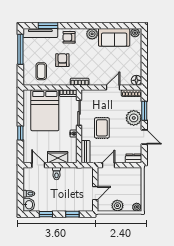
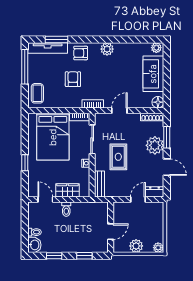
sofa: (114, 37) -> (153, 74), moved, turned 90
coffee table: (41, 71) -> (37, 93), moved
door: (113, 88) -> (119, 111), moved
door: (108, 165) -> (138, 199), moved

